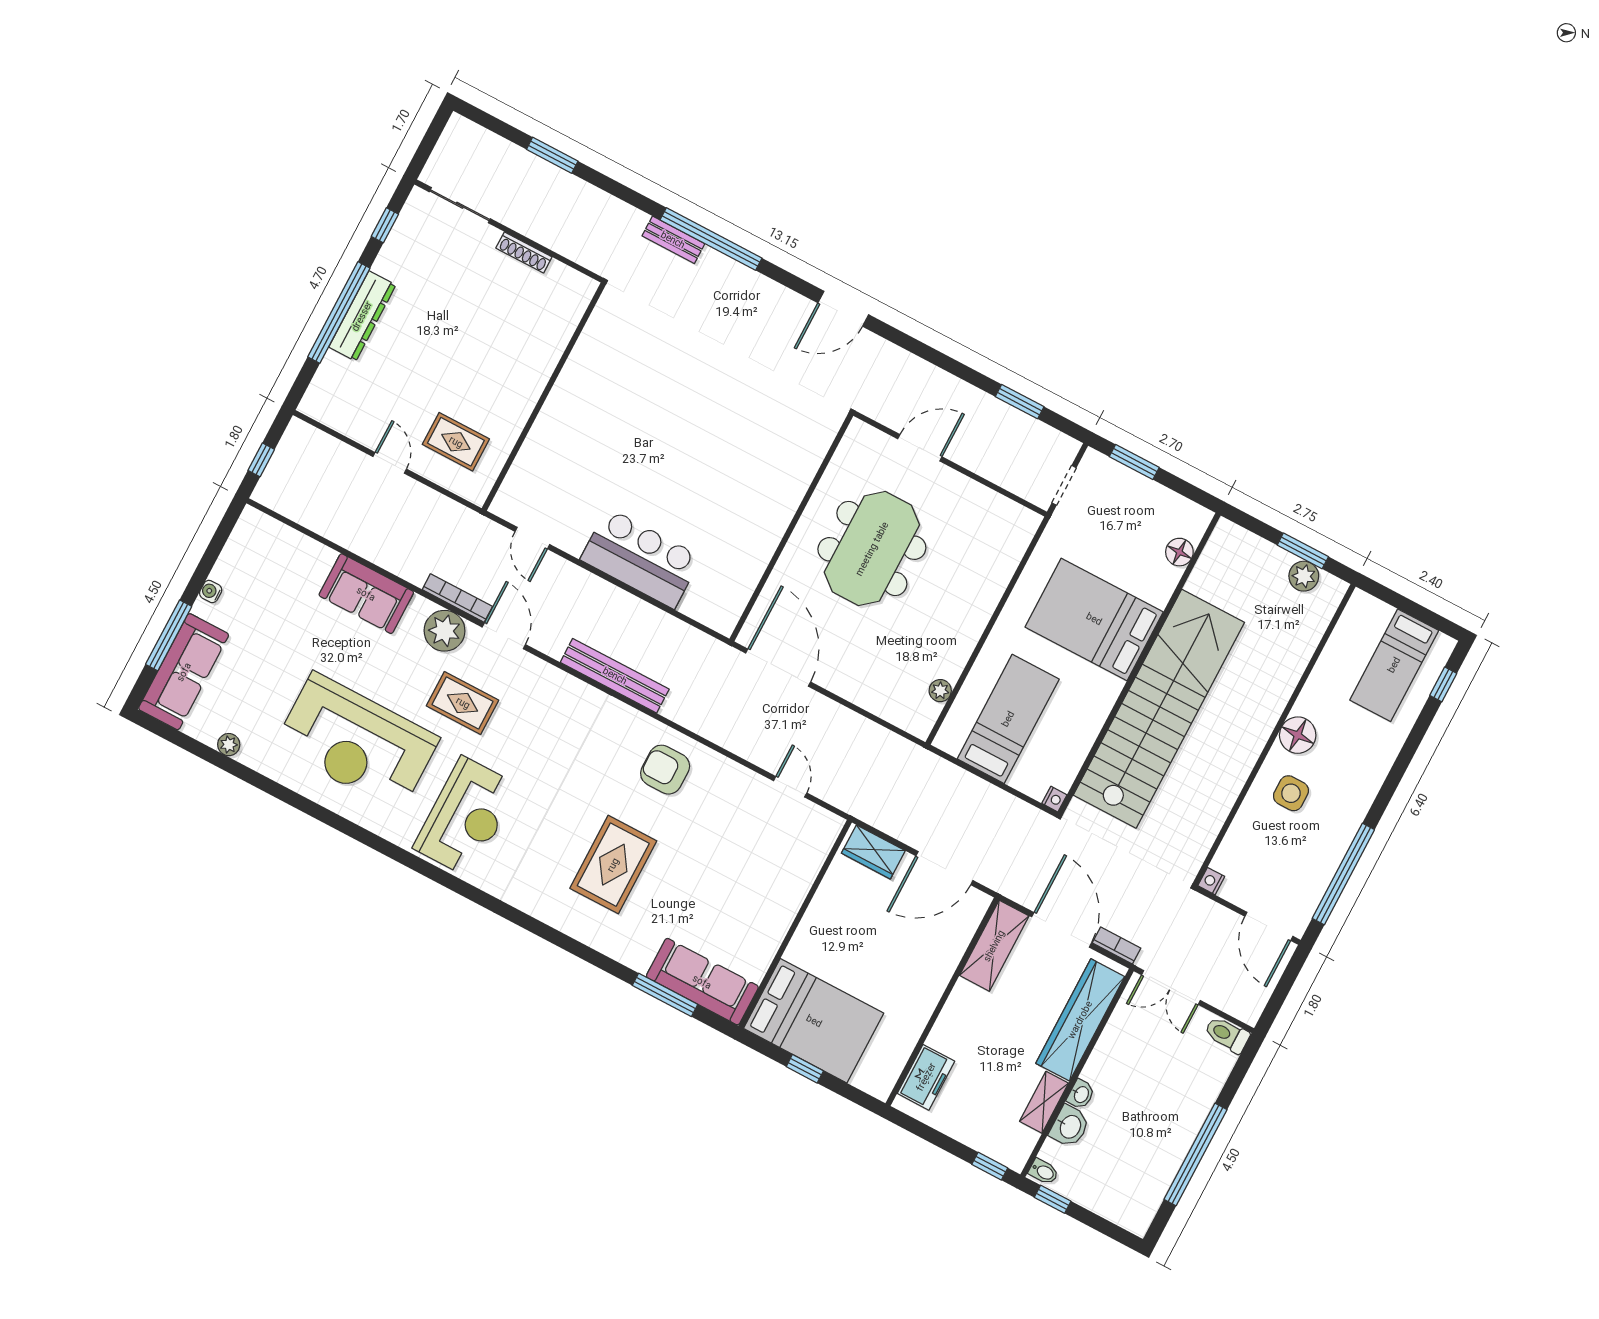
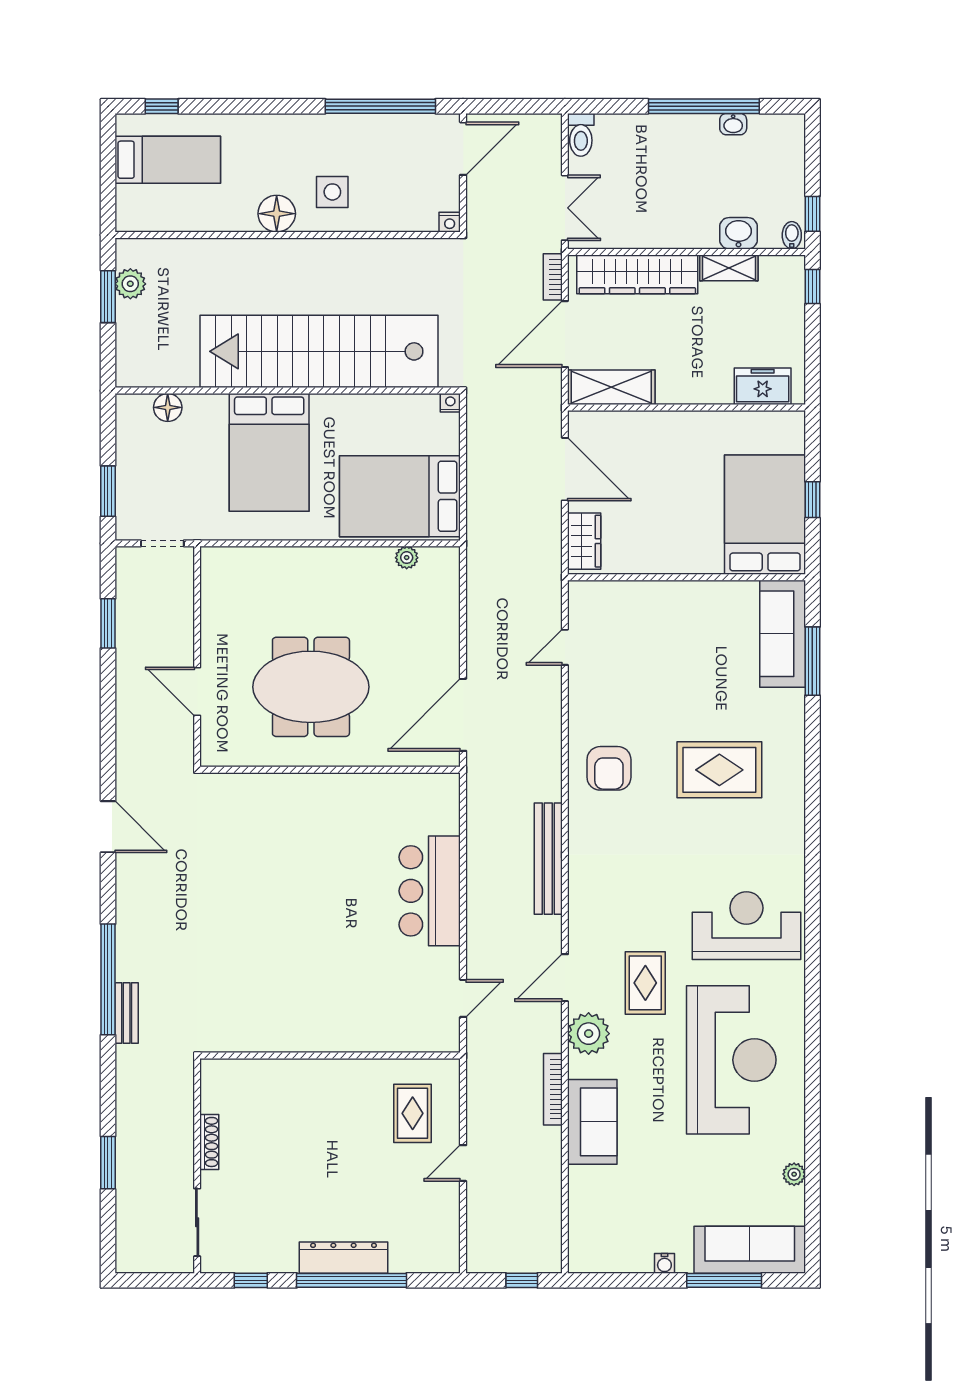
bookcase: (457, 598) -> (553, 1089), moved
bed: (1008, 719) -> (400, 496), width x1.50
washbasin: (1081, 1094) -> (733, 124), moved, turned 180

